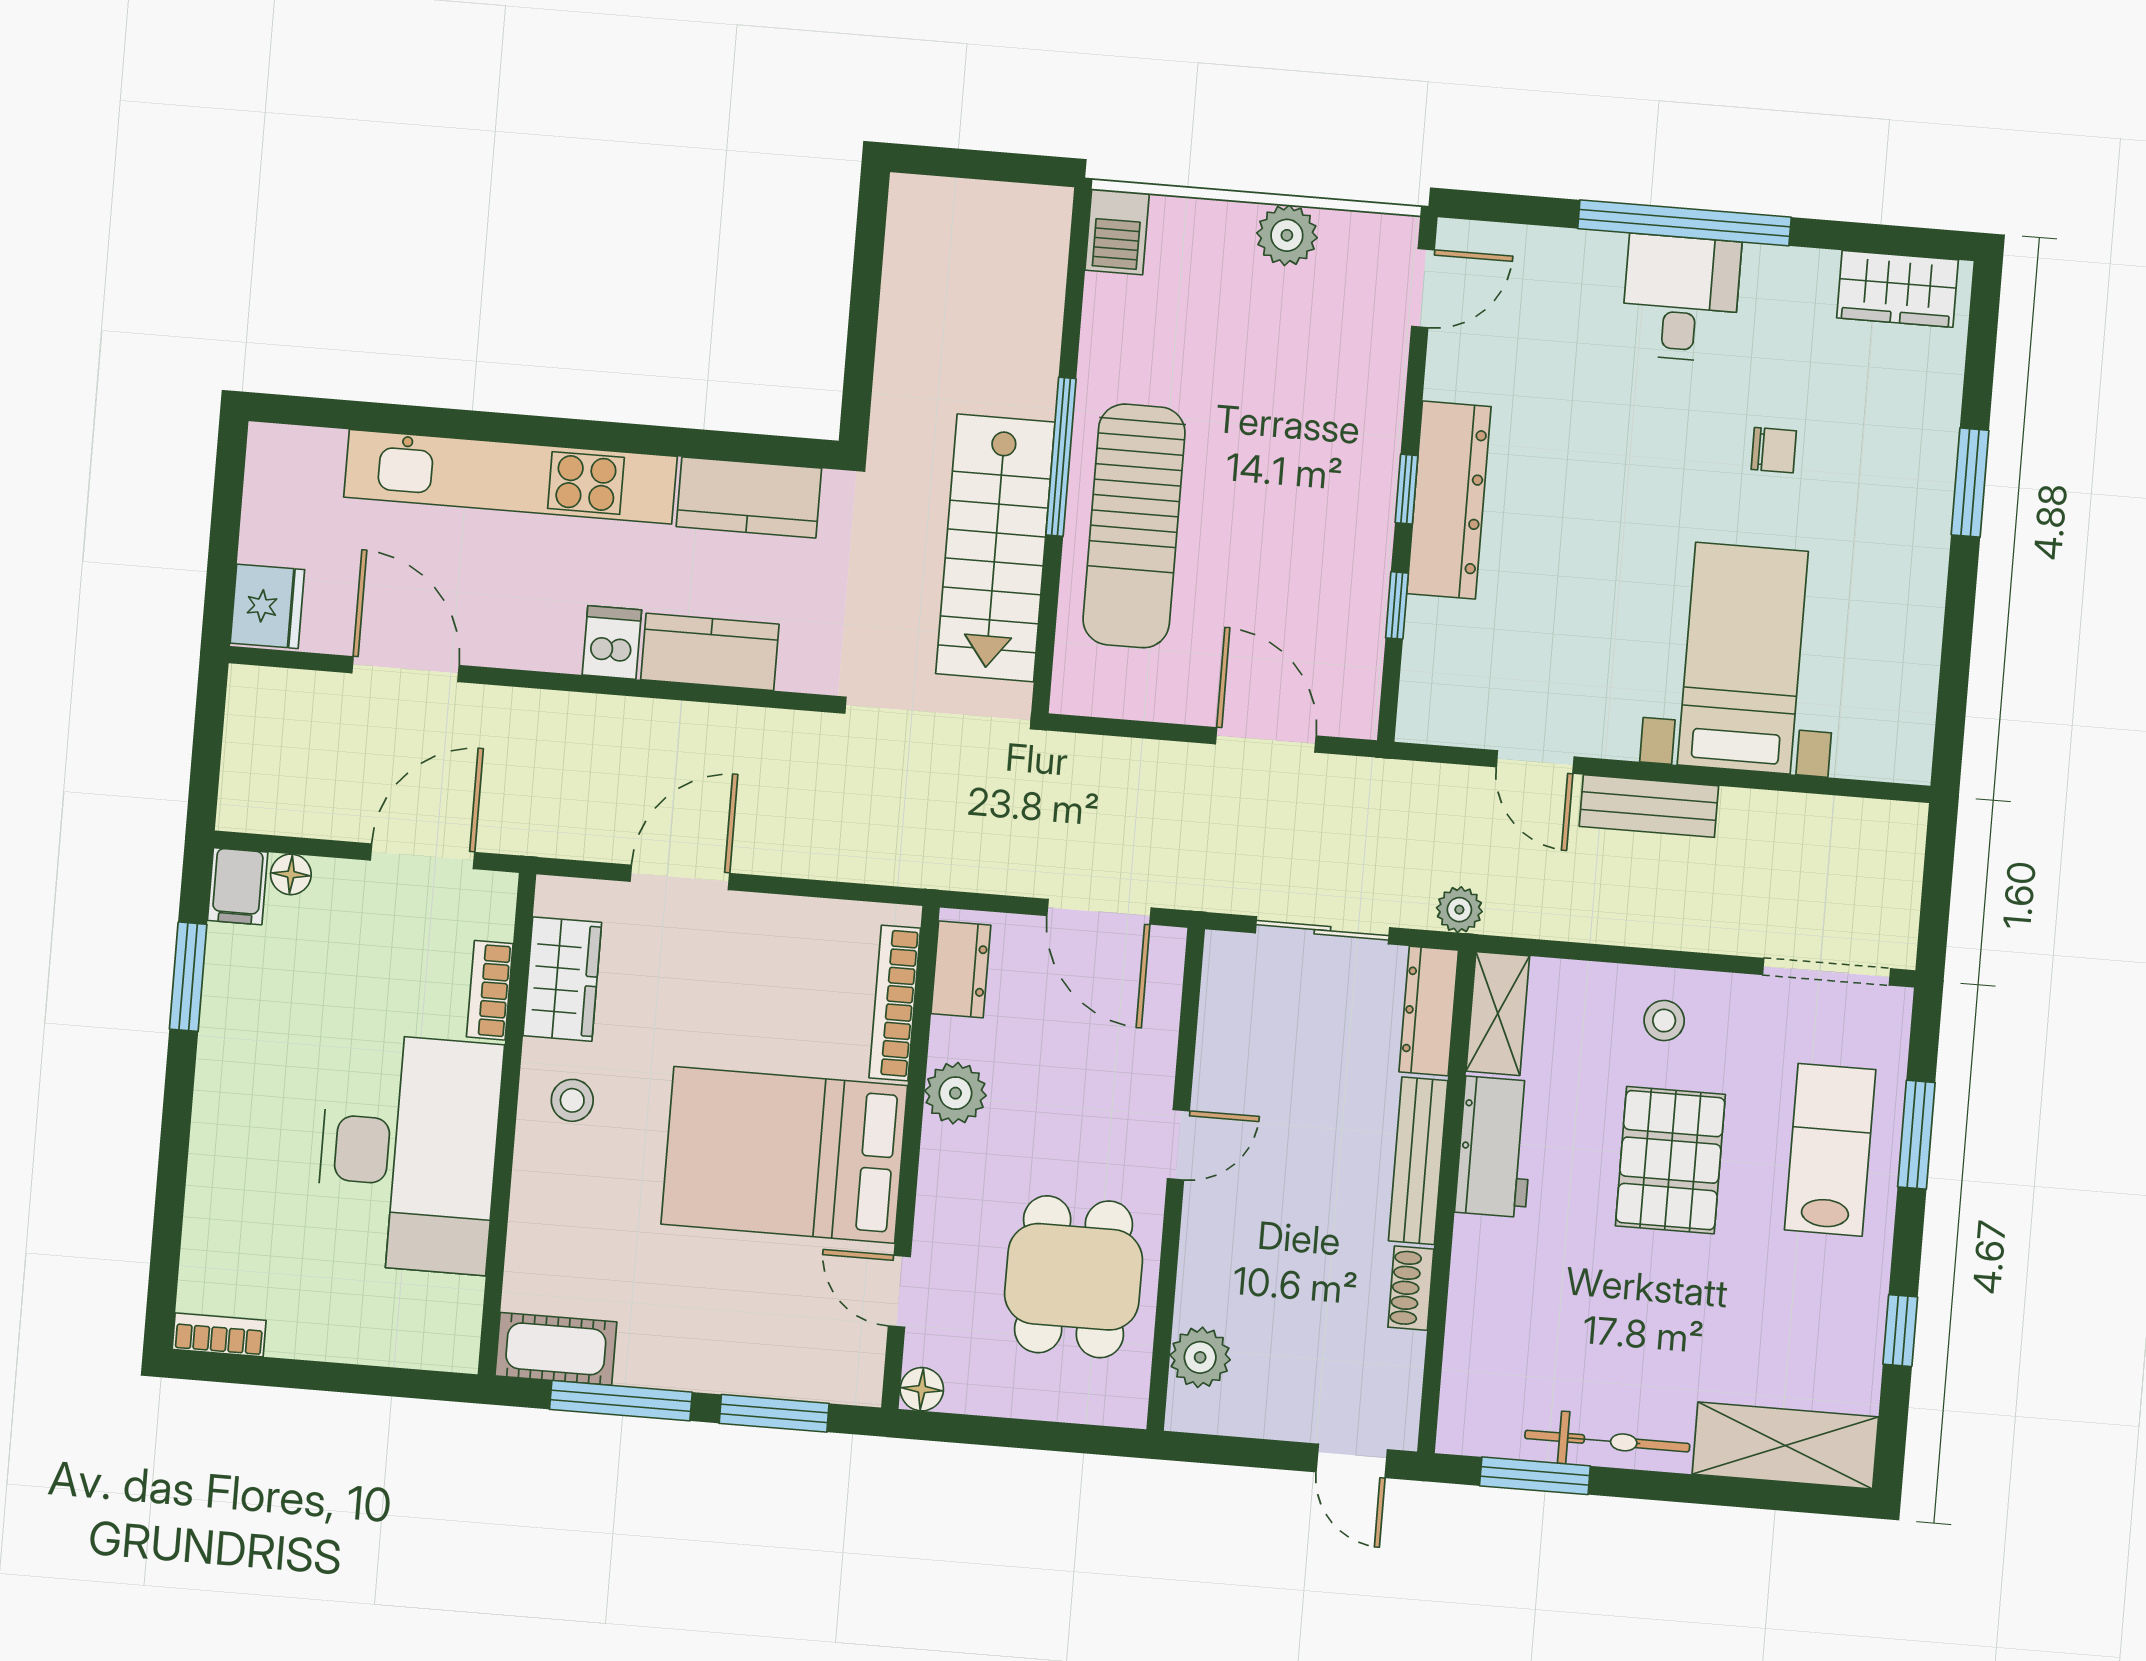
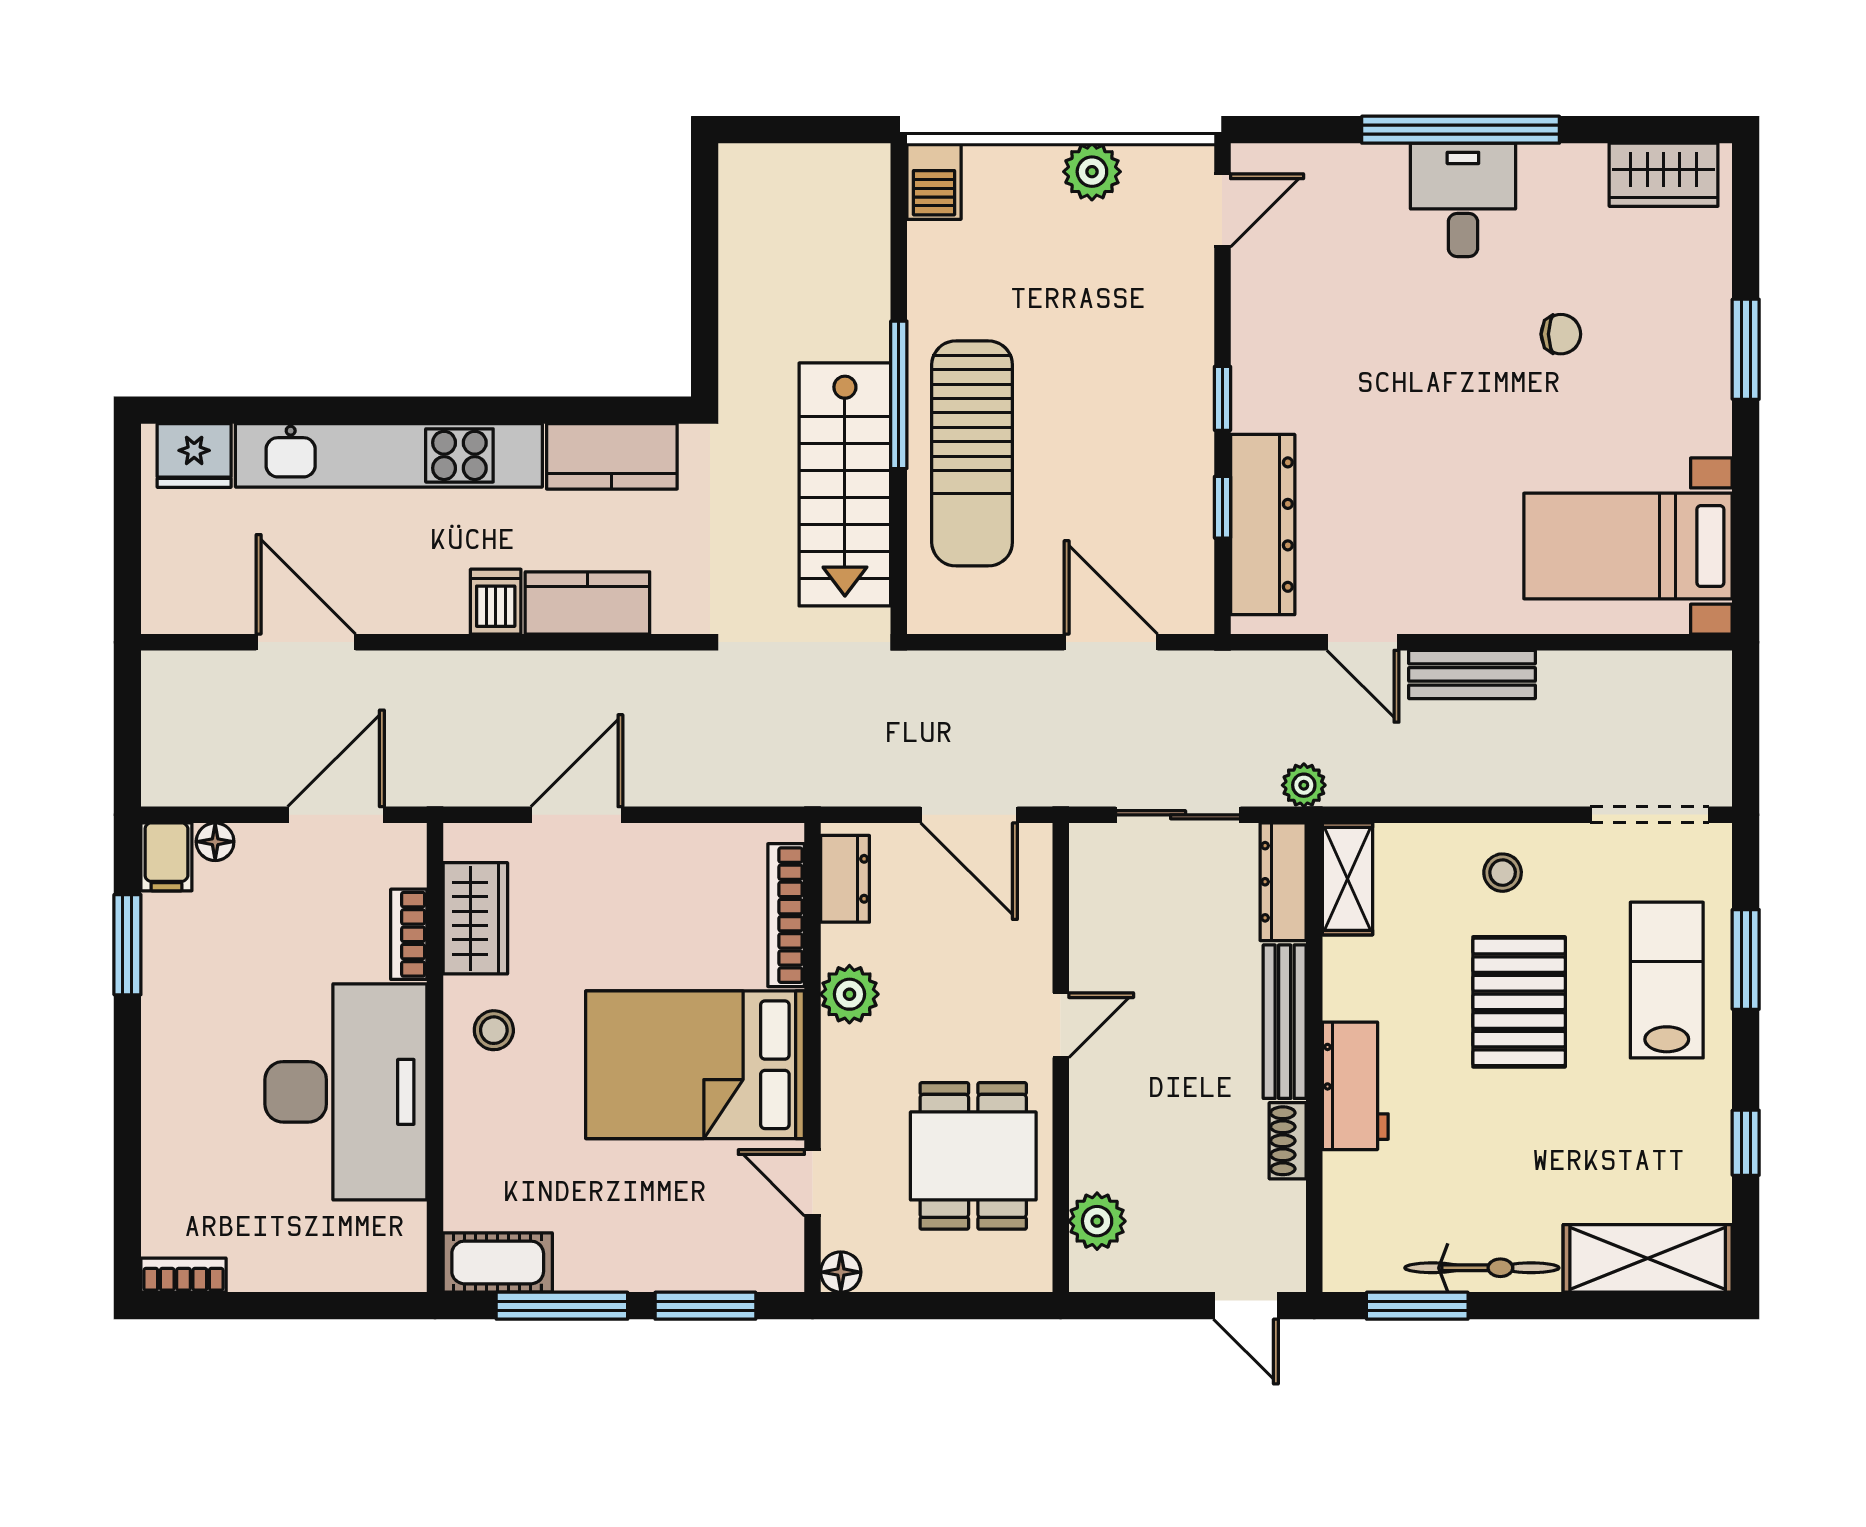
dresser: (1449, 500) -> (1263, 525), moved
fridge: (267, 606) -> (194, 456), moved, turned 90
bed with nightstands: (1743, 658) -> (1628, 546), moved, turned -90
workbench: (1495, 1147) -> (1355, 1086), moved

